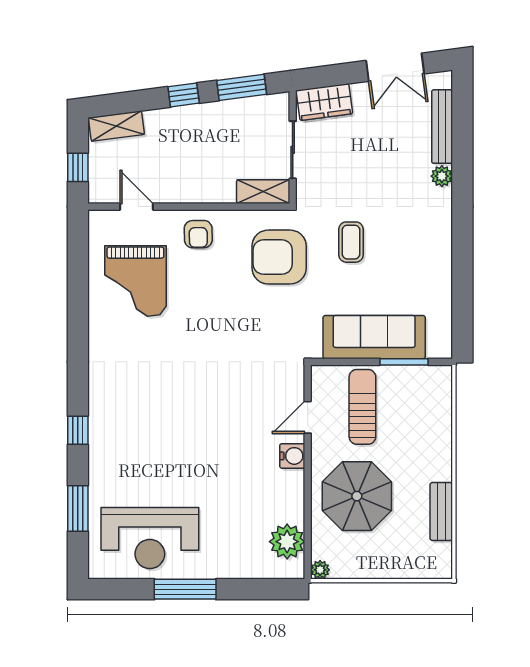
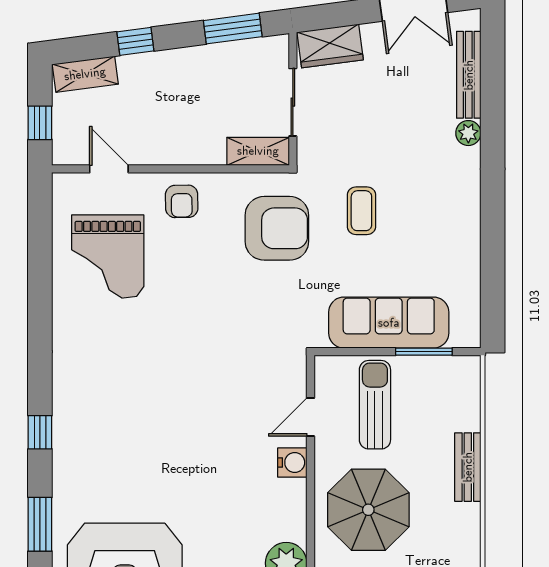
window: (184, 95) -> (135, 41), moved
armchair: (279, 257) -> (277, 228), turned 180
bench: (441, 512) -> (468, 467), moved

